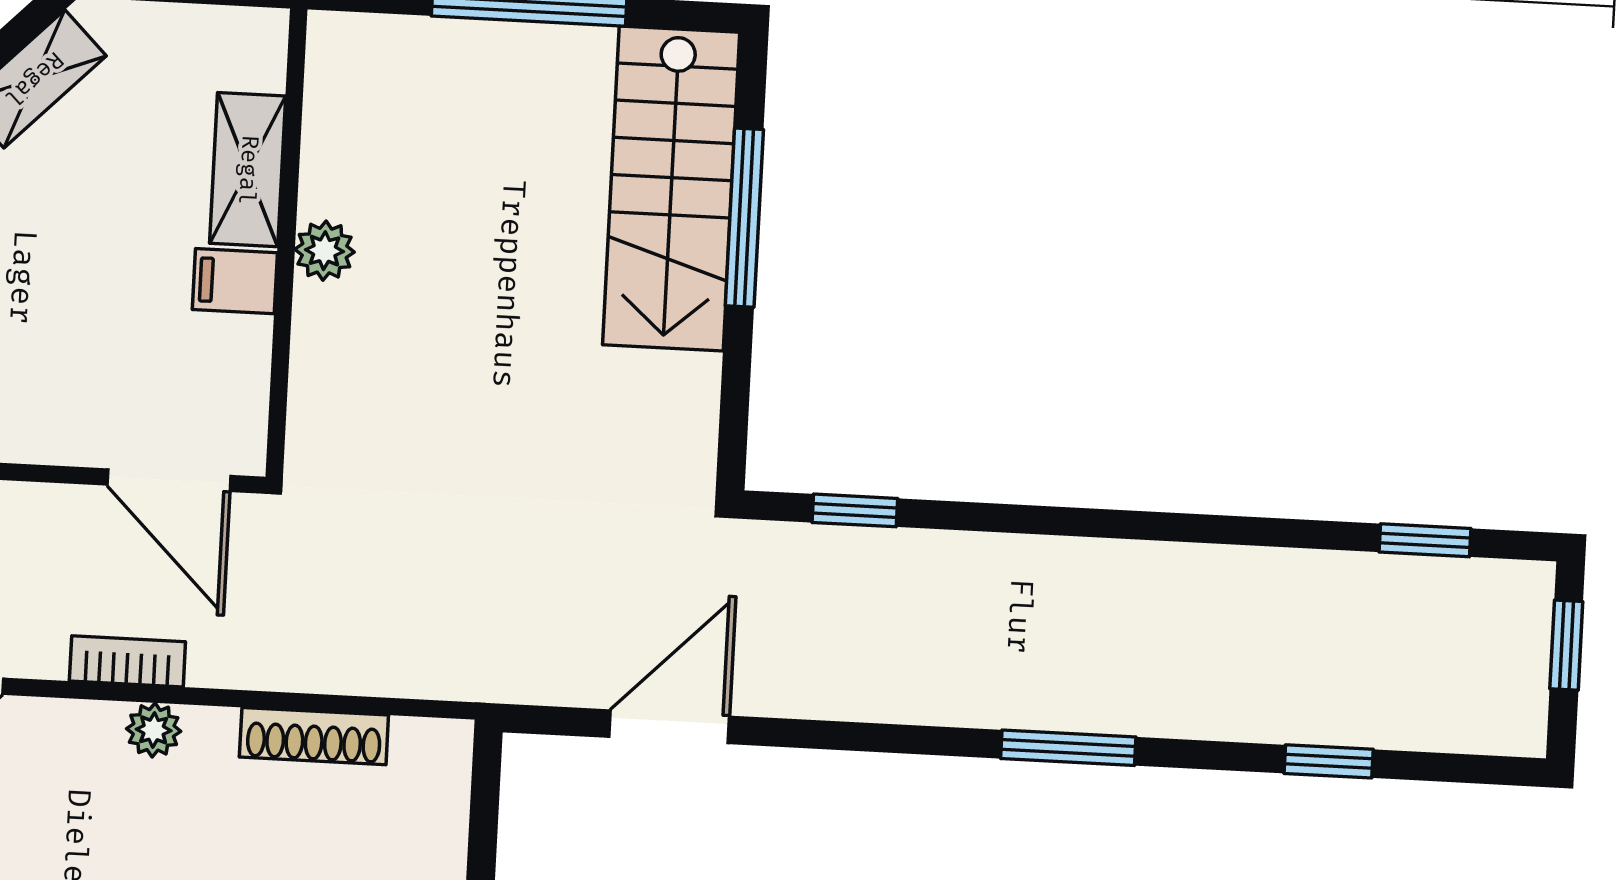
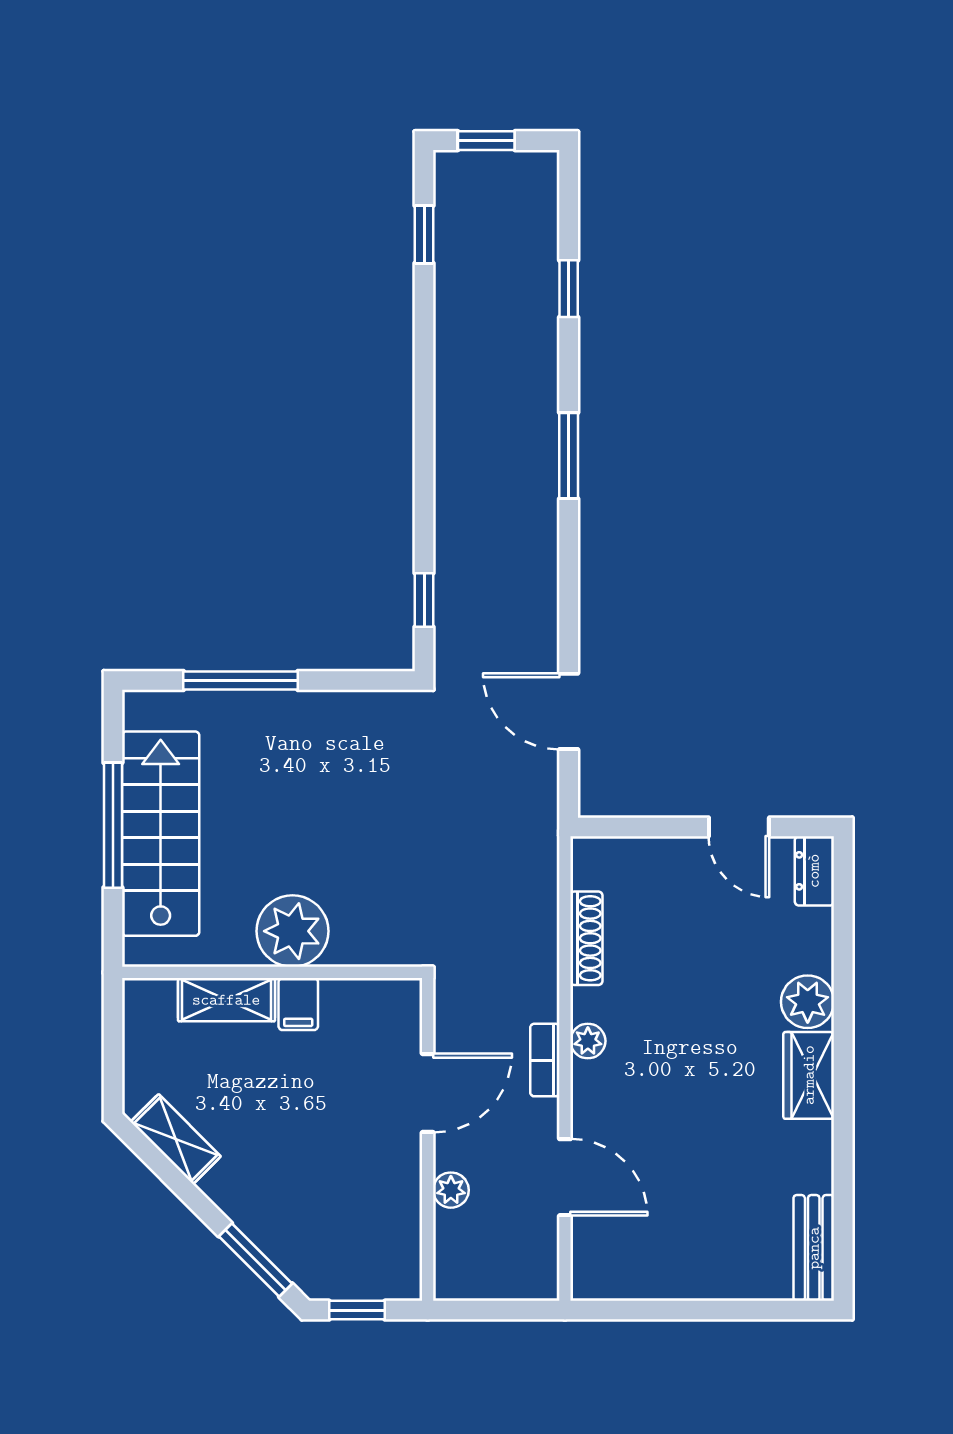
stairs: (671, 188) -> (161, 834), moved, turned -90
plant: (324, 251) -> (292, 931), width x1.88, depth x1.88
door: (169, 480) -> (428, 1093), moved

